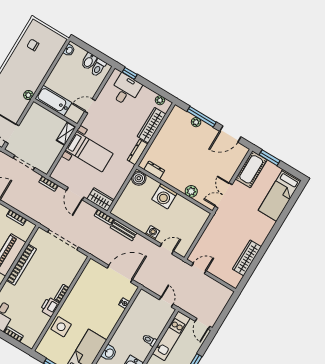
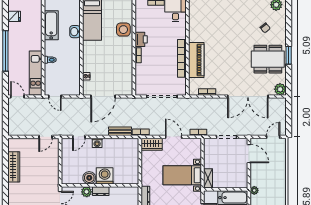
dresser: (154, 170) -> (101, 191), moved
boiler: (139, 178) -> (89, 178), moved

